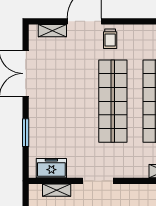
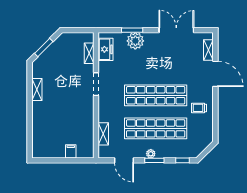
trolley: (110, 39) -> (199, 108), moved
plant: (40, 128) -> (135, 41), added

